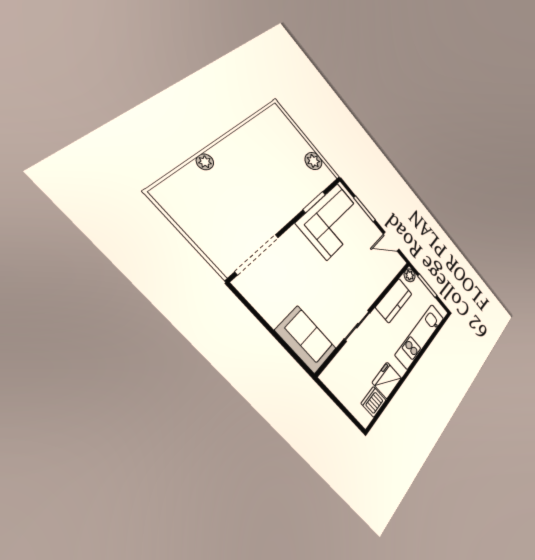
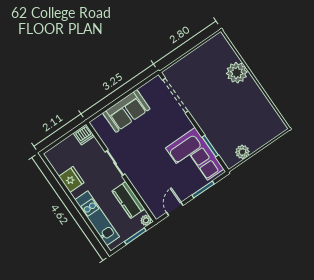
plant: (205, 162) -> (237, 73), width x1.88, depth x1.88
sofa: (306, 339) -> (126, 111), moved
dishwasher: (373, 402) -> (84, 135), moved, turned 90

